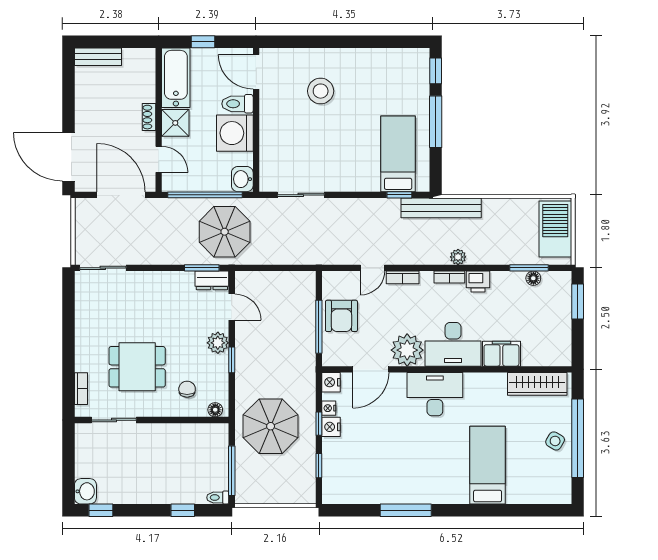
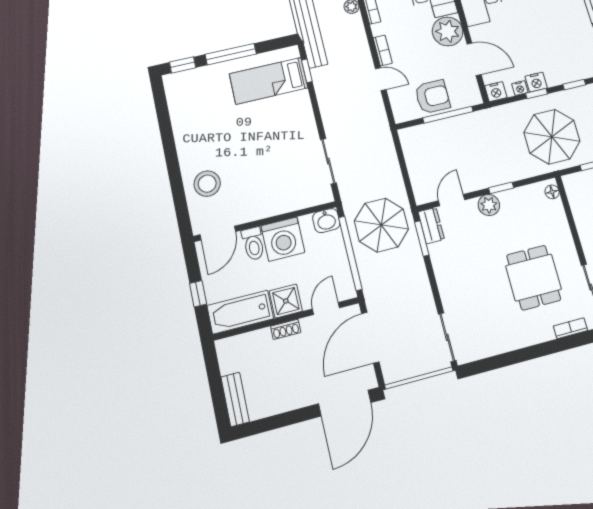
stool: (321, 91) -> (207, 184), moved
chair: (187, 389) -> (541, 223), removed

